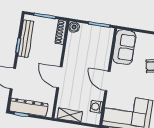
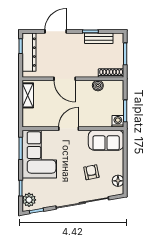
boiler: (74, 27) -> (98, 86), moved
bench: (26, 39) -> (99, 38), width x0.73
door: (59, 77) -> (65, 79), swing flipped
washing machine: (96, 107) -> (118, 121), moved

